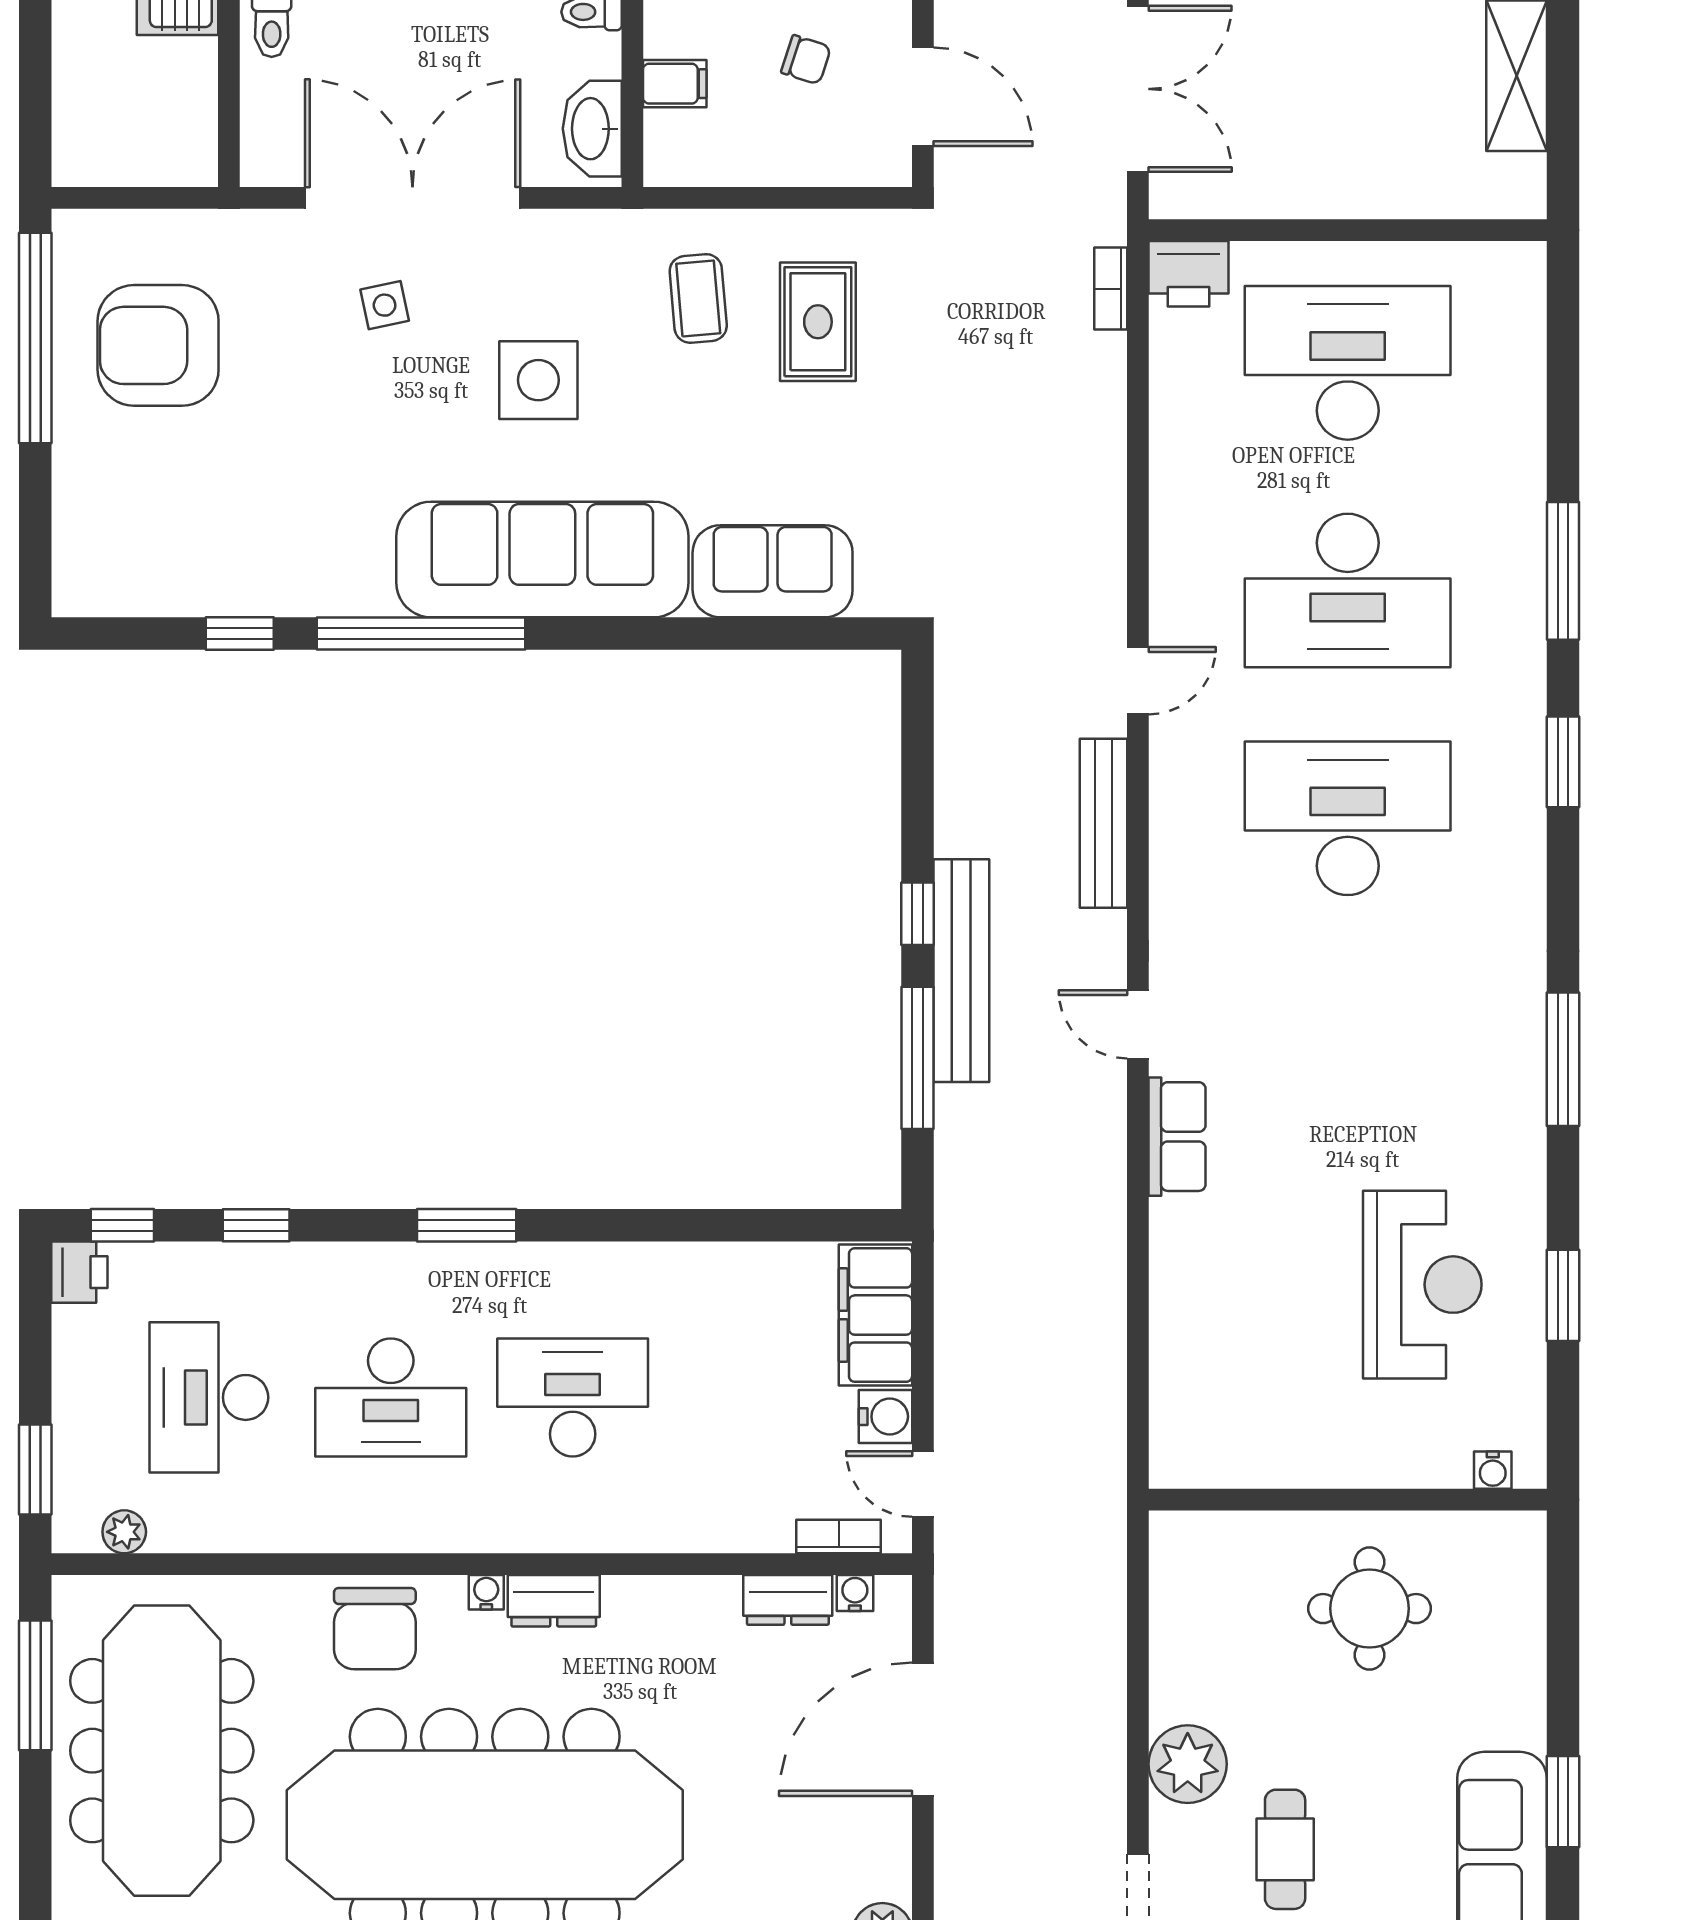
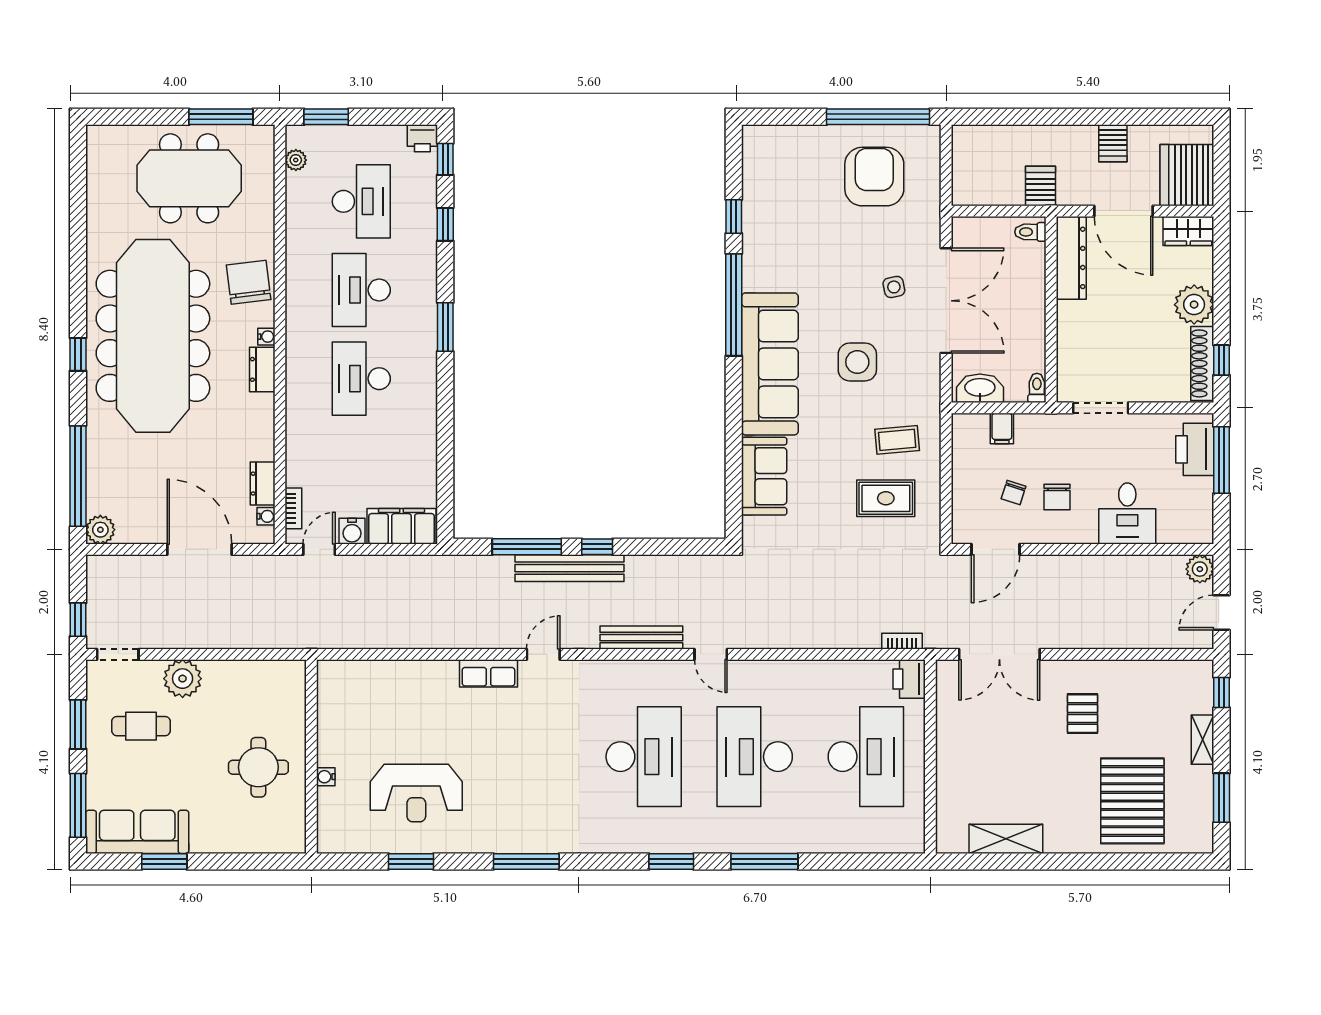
desk: (209, 1397) -> (361, 201), turned 90
desk: (573, 1397) -> (361, 379), turned 180
water cooler: (1493, 1470) -> (326, 777), moved
chair: (375, 1629) -> (249, 282), turned 83
meeting table: (162, 1751) -> (189, 178), width x0.73

